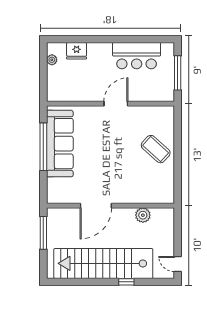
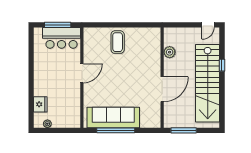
bar counter: (137, 56) -> (62, 38), moved, turned 90
door: (116, 104) -> (82, 73), swing flipped
coffee table: (156, 149) -> (118, 42), turned -42
door: (96, 206) -> (162, 89), hinge flipped

